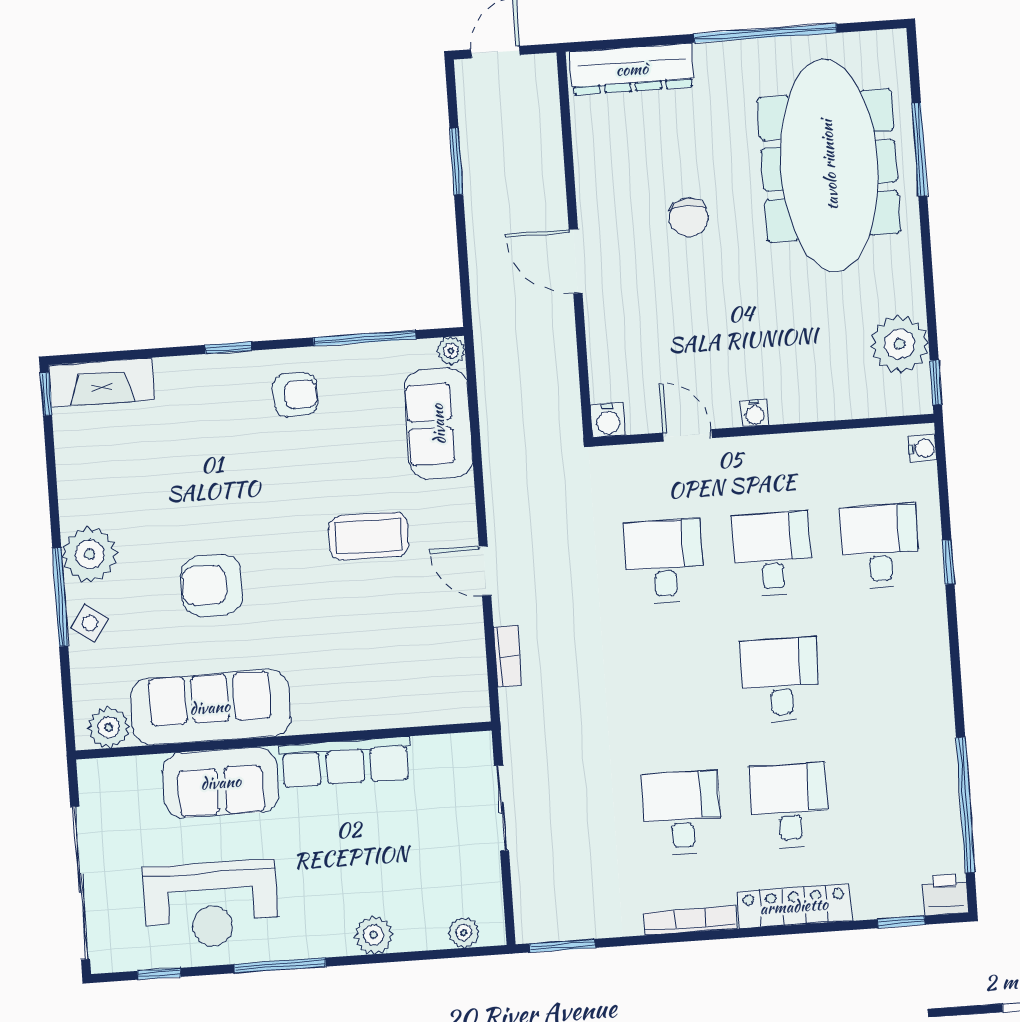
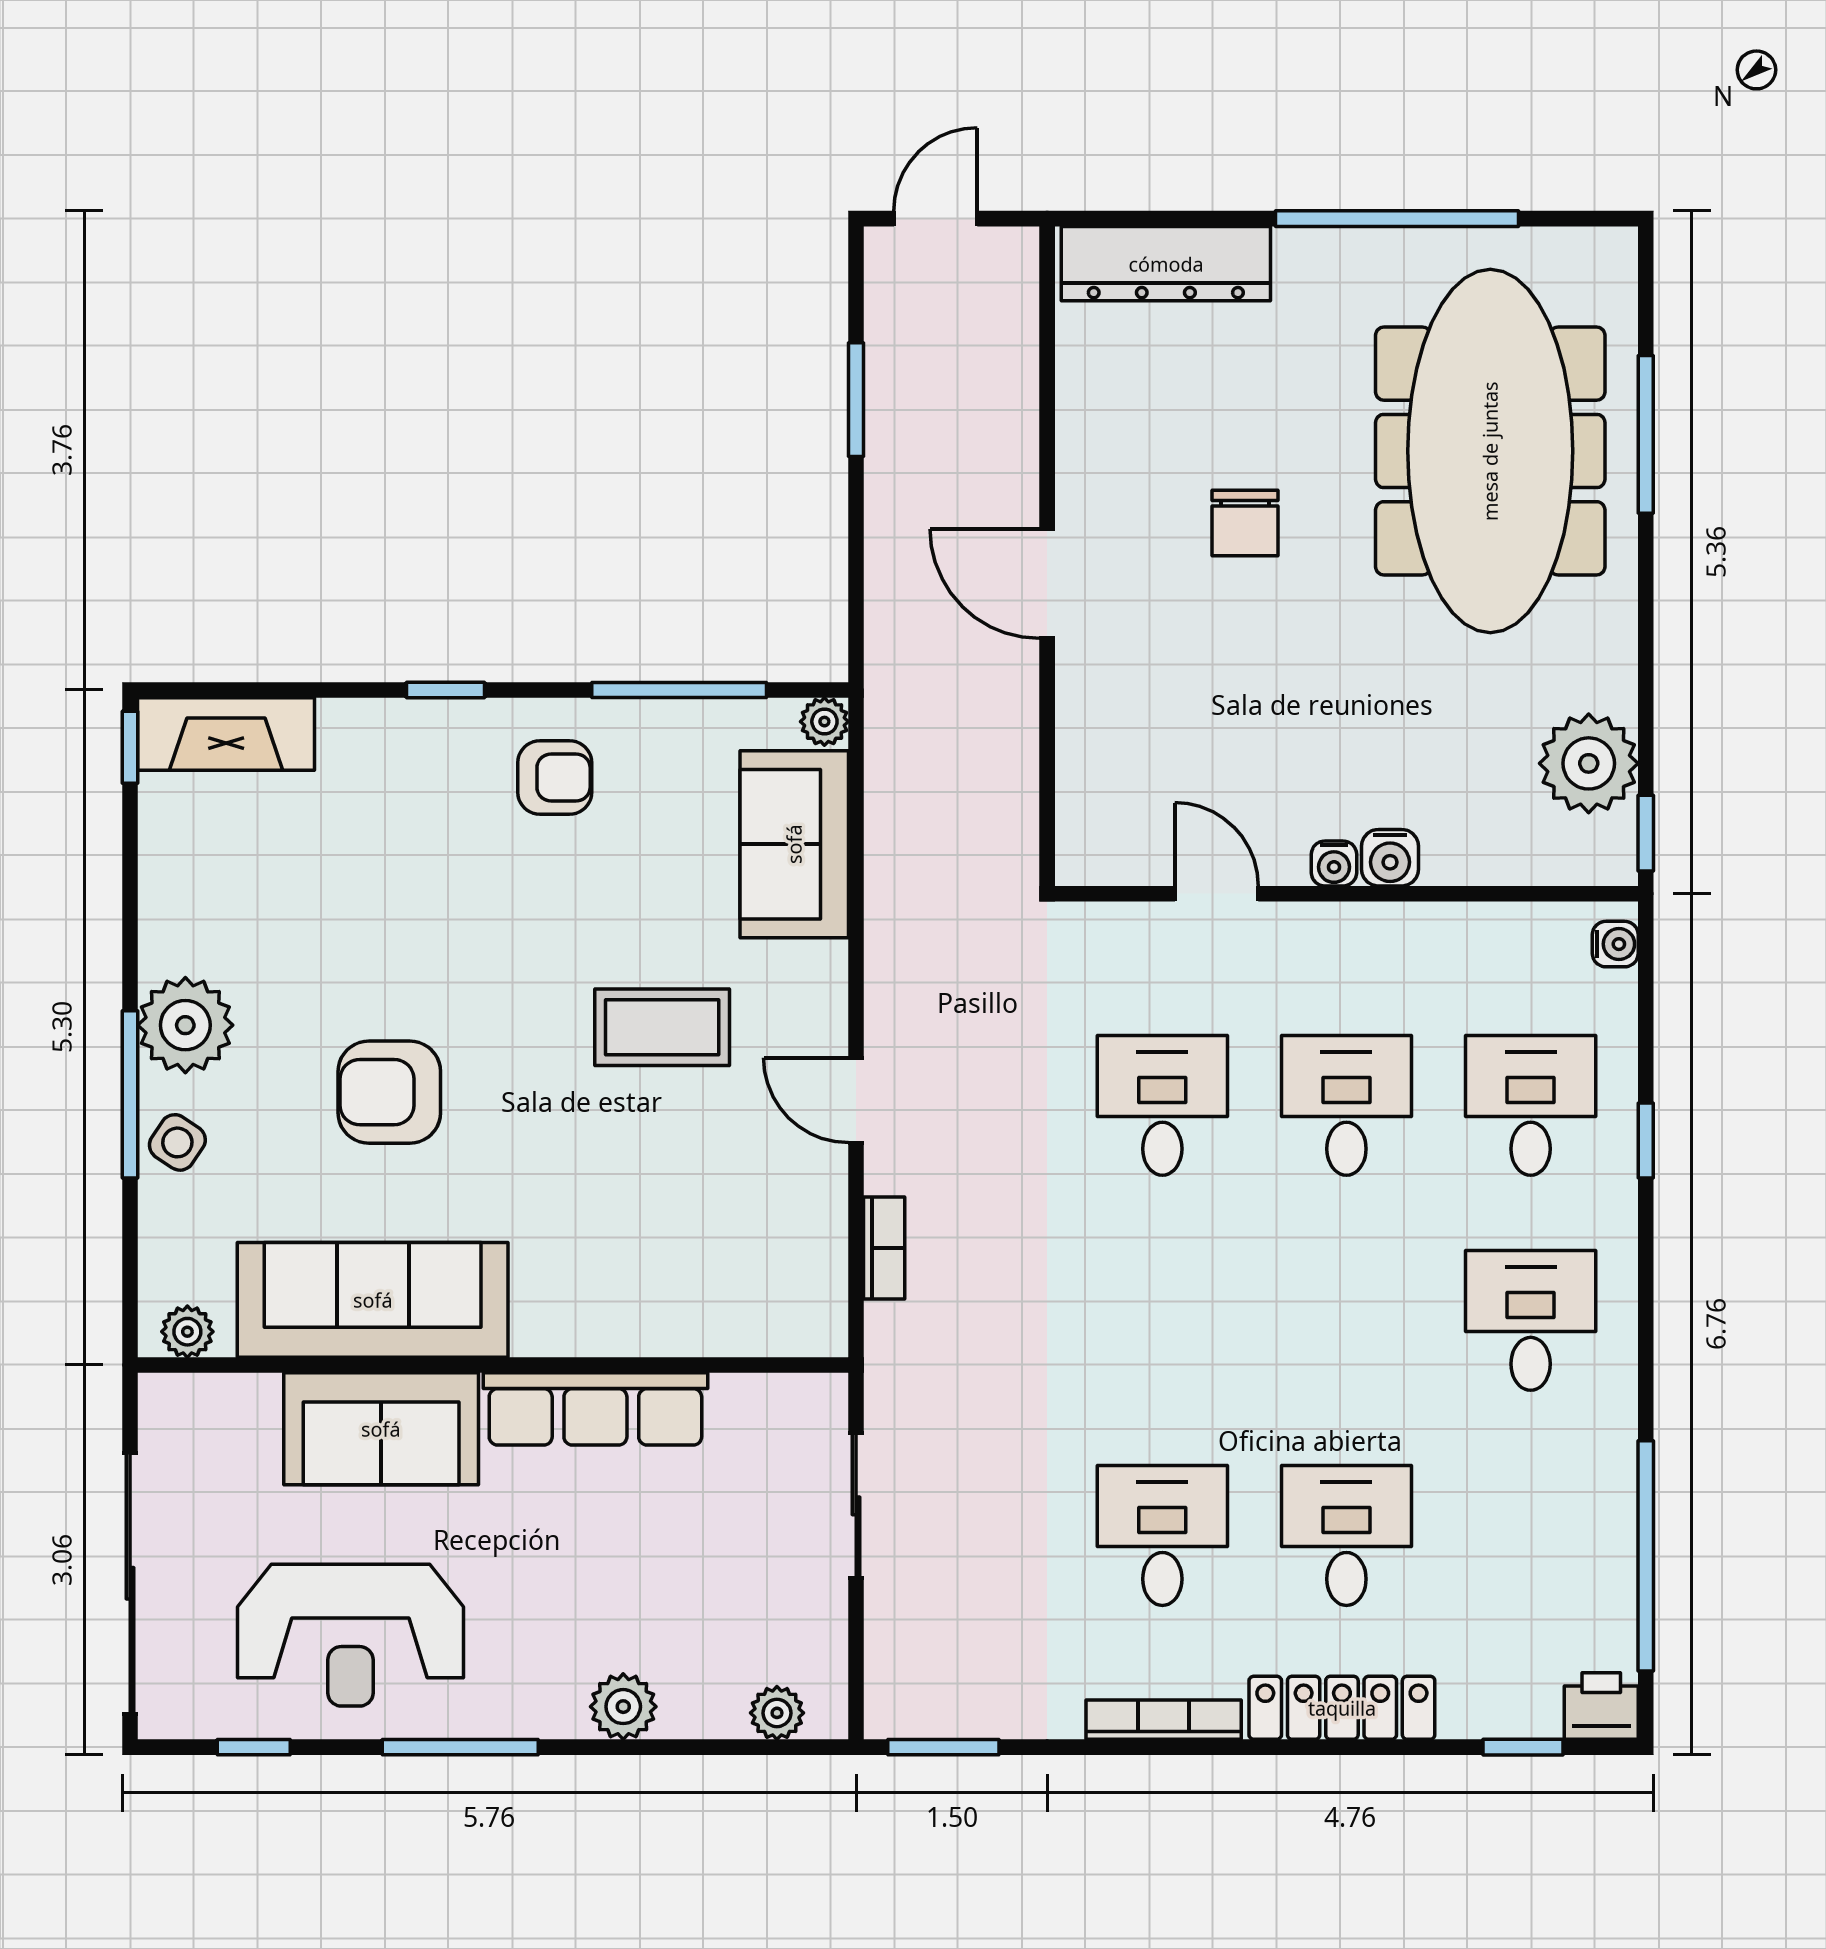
water cooler: (608, 420) -> (1390, 858), moved
desk: (781, 680) -> (1531, 1320), moved
plant: (109, 728) -> (187, 1332), width x0.73, depth x0.73

